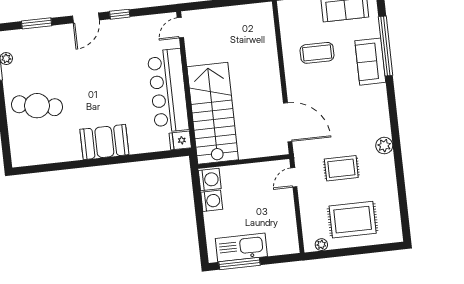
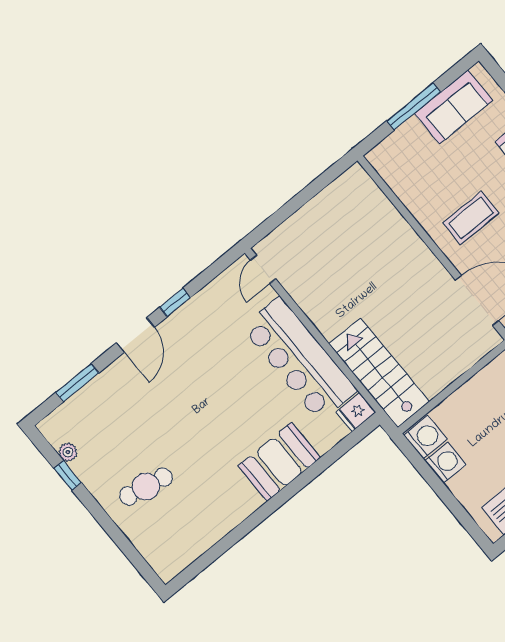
coffee table: (317, 53) -> (471, 218), moved
cafe table: (37, 106) -> (146, 486), width x0.73, depth x0.74
stairs: (213, 113) -> (379, 373), width x0.73, depth x0.66
booth: (104, 142) -> (279, 462), moved

